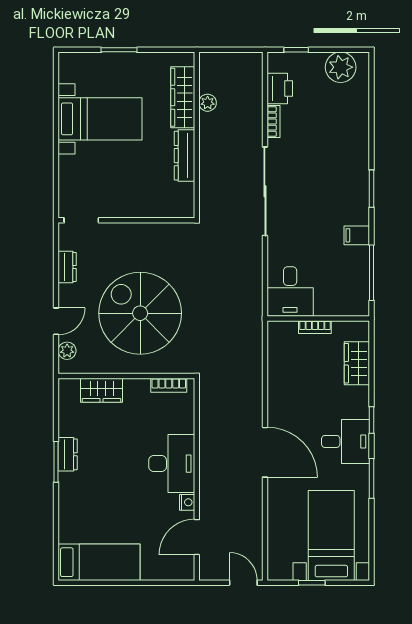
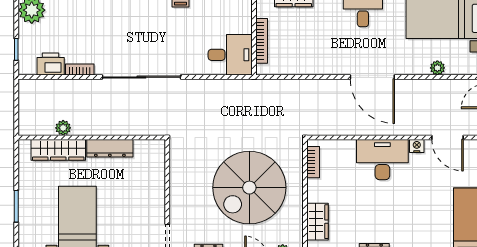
bookcase: (315, 327) -> (262, 41), width x1.56
door: (265, 452) -> (372, 77), swing flipped
plant: (275, 526) -> (437, 68), added

